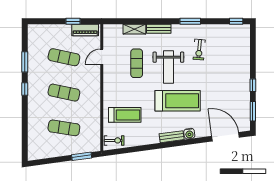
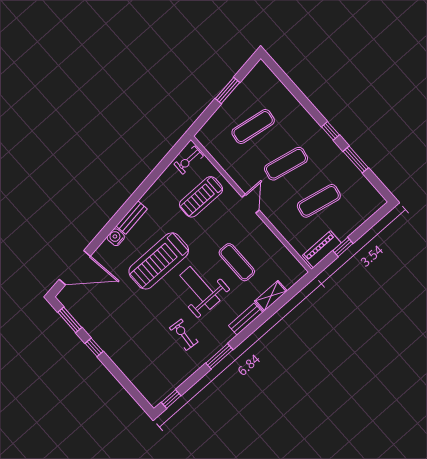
door: (102, 57) -> (251, 204), moved
window: (82, 156) -> (228, 90), moved

